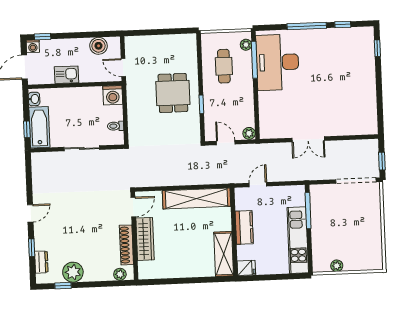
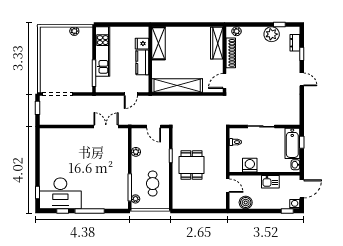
desk: (277, 62) -> (60, 193), moved, turned 90
washing machine: (113, 95) -> (250, 165), moved
plant: (249, 133) -> (136, 152), moved
double door: (308, 139) -> (106, 126), moved
door: (30, 213) -> (302, 79), swing flipped
wardrobe: (145, 239) -> (217, 43), moved
fridge: (246, 268) -> (142, 44), moved

